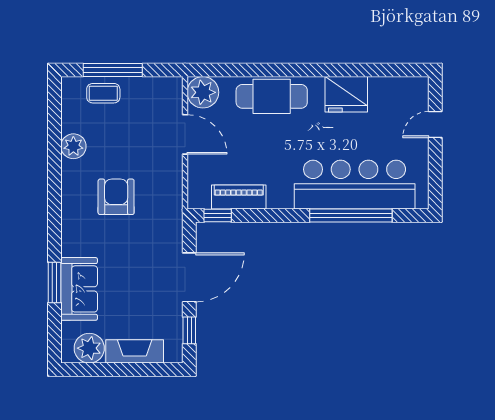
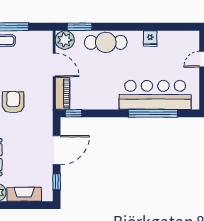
window: (228, 70) -> (80, 27), added
fridge: (346, 94) -> (150, 38), width x0.53, depth x0.75
piano: (239, 197) -> (63, 93), moved, turned 90

